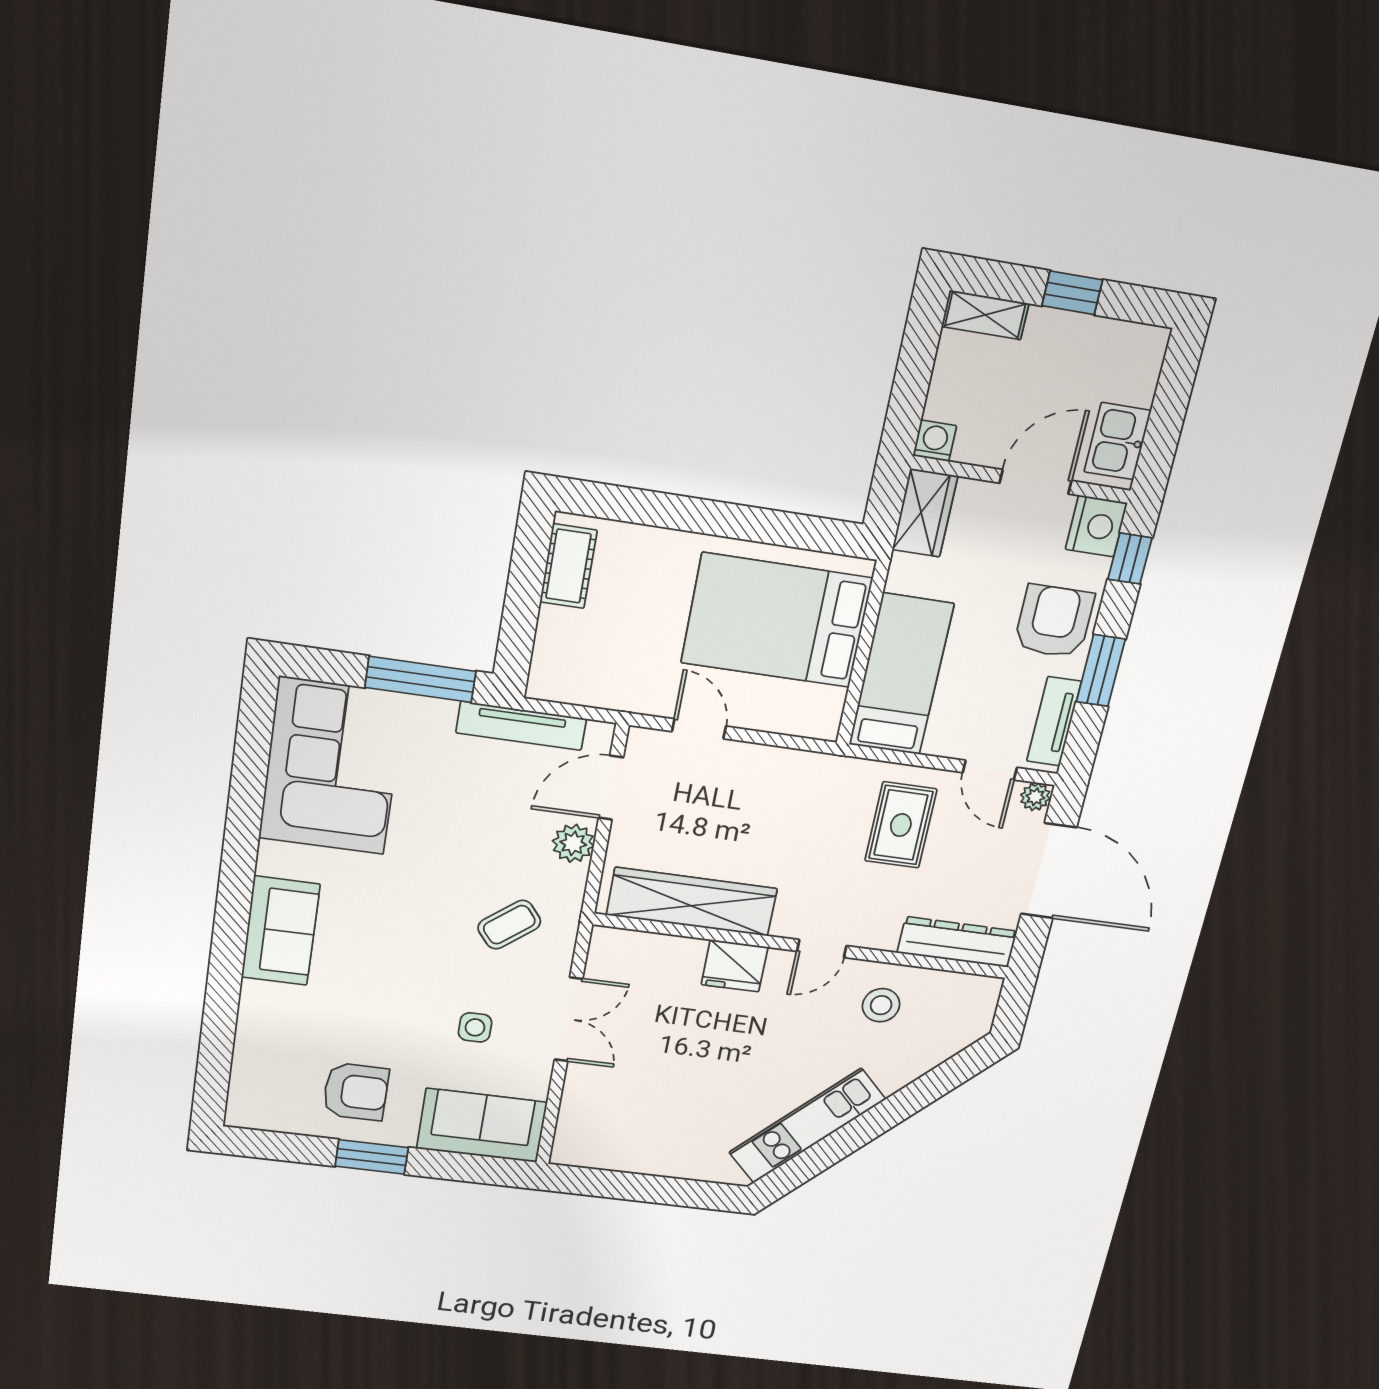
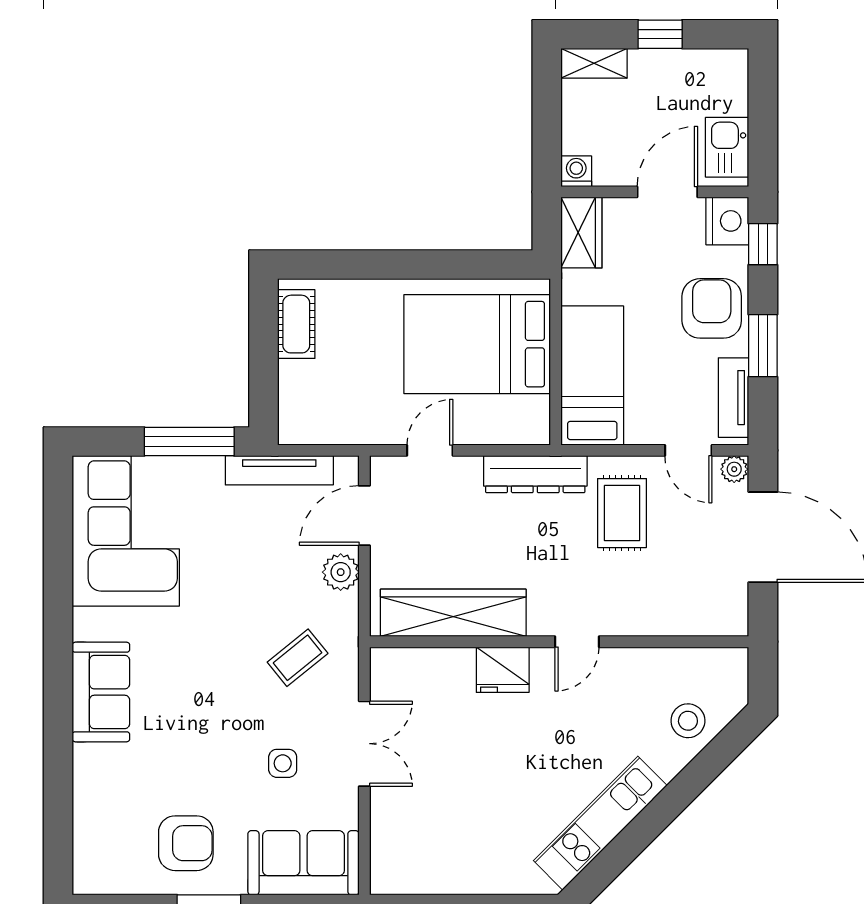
door: (699, 729) -> (430, 450), hinge flipped
dresser: (957, 942) -> (535, 474), moved, turned 180
stool: (881, 1005) -> (688, 721), moved

